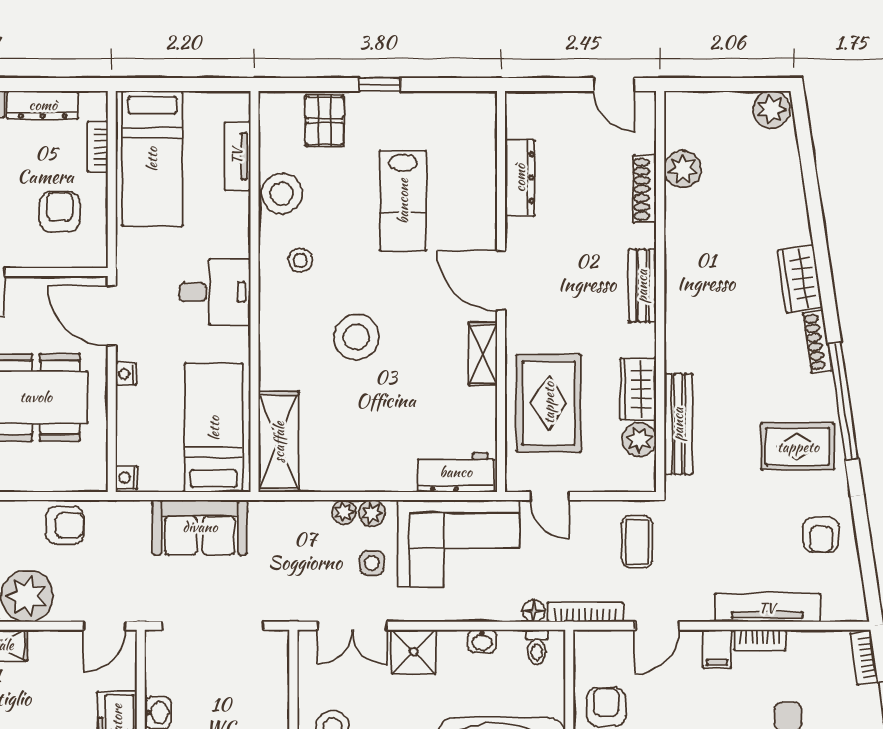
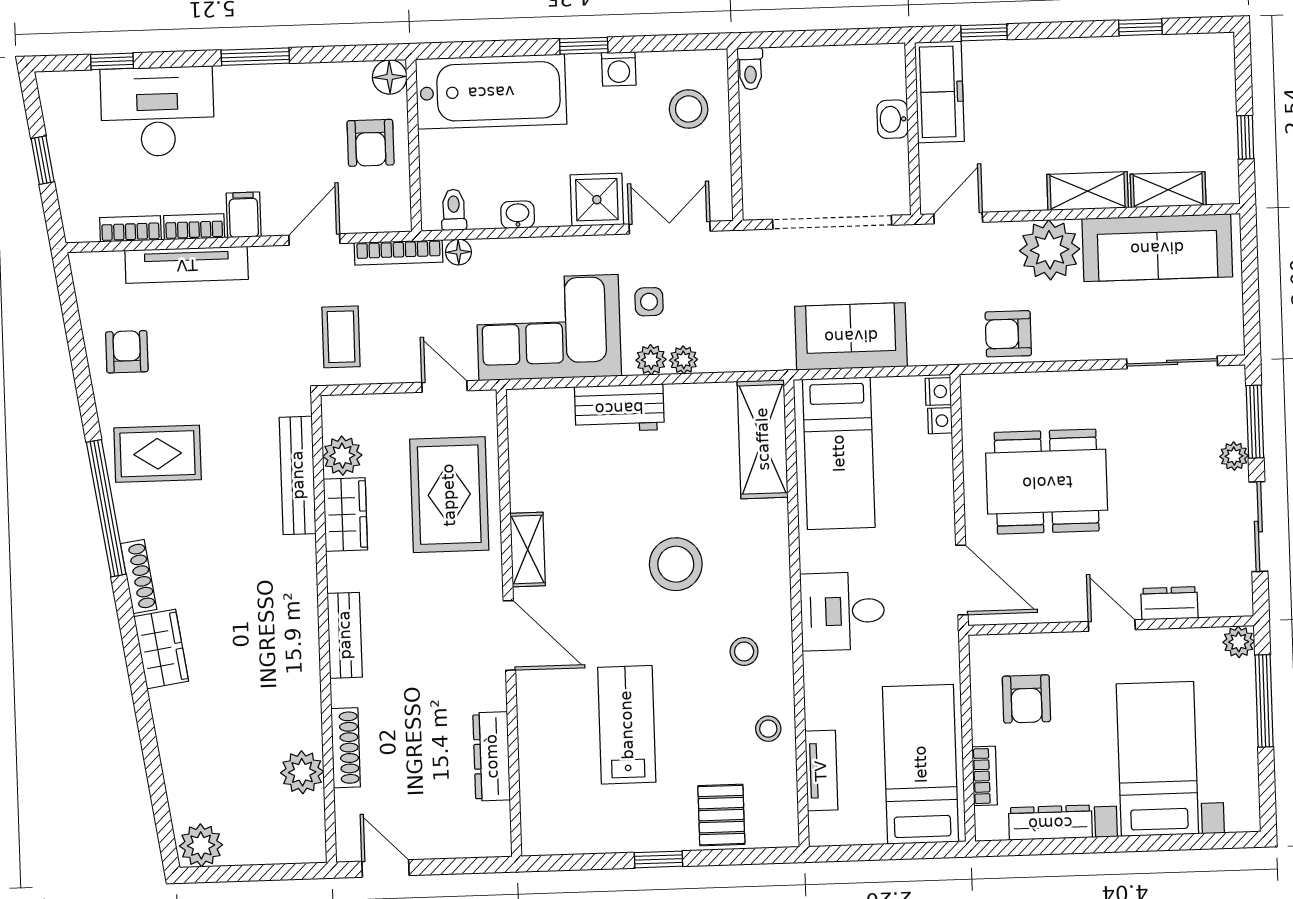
stool: (282, 193) -> (768, 729), width x0.53, depth x0.53
nightstand: (126, 374) -> (940, 421), moved
workbench: (456, 472) -> (619, 408), moved
bookcase: (864, 658) -> (130, 229), moved, turned -82

